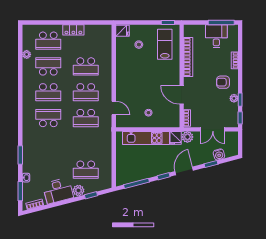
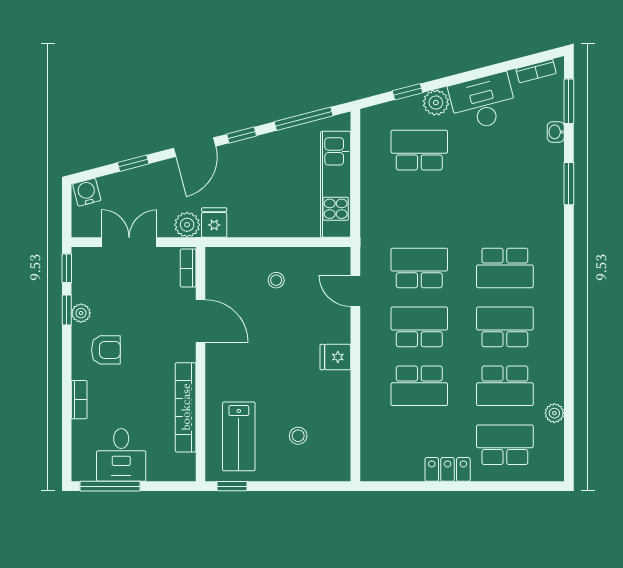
fridge: (123, 31) -> (335, 357), moved
school desk: (86, 66) -> (419, 386), turned 180
kitchen unit: (146, 138) -> (336, 184), moved, turned -90
water cooler: (219, 154) -> (87, 192), moved

